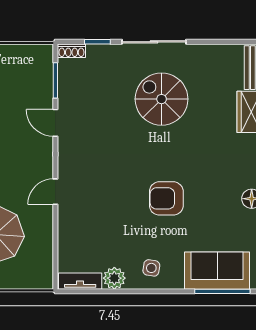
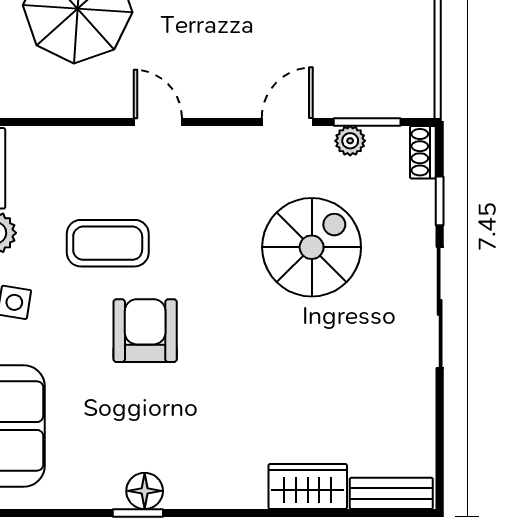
plant: (65, 89) -> (350, 141), added
spiral stairs: (162, 99) -> (312, 247), moved
coffee table: (120, 218) -> (108, 243), added

